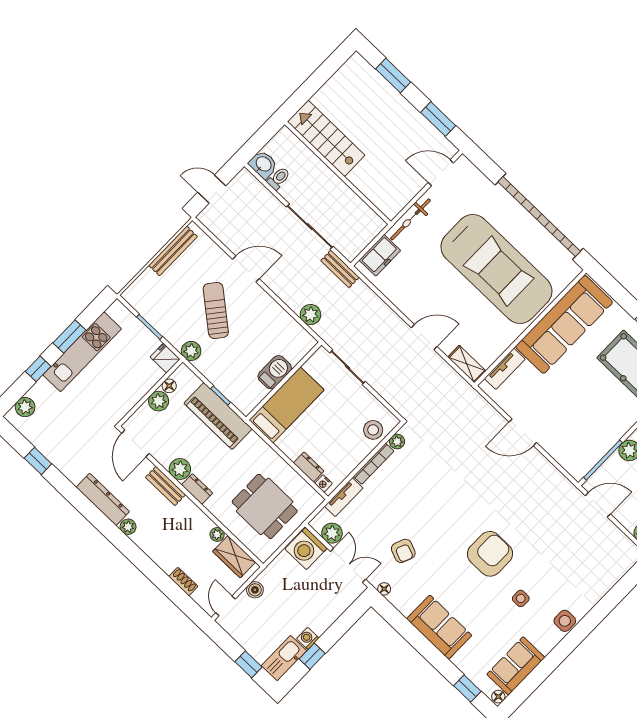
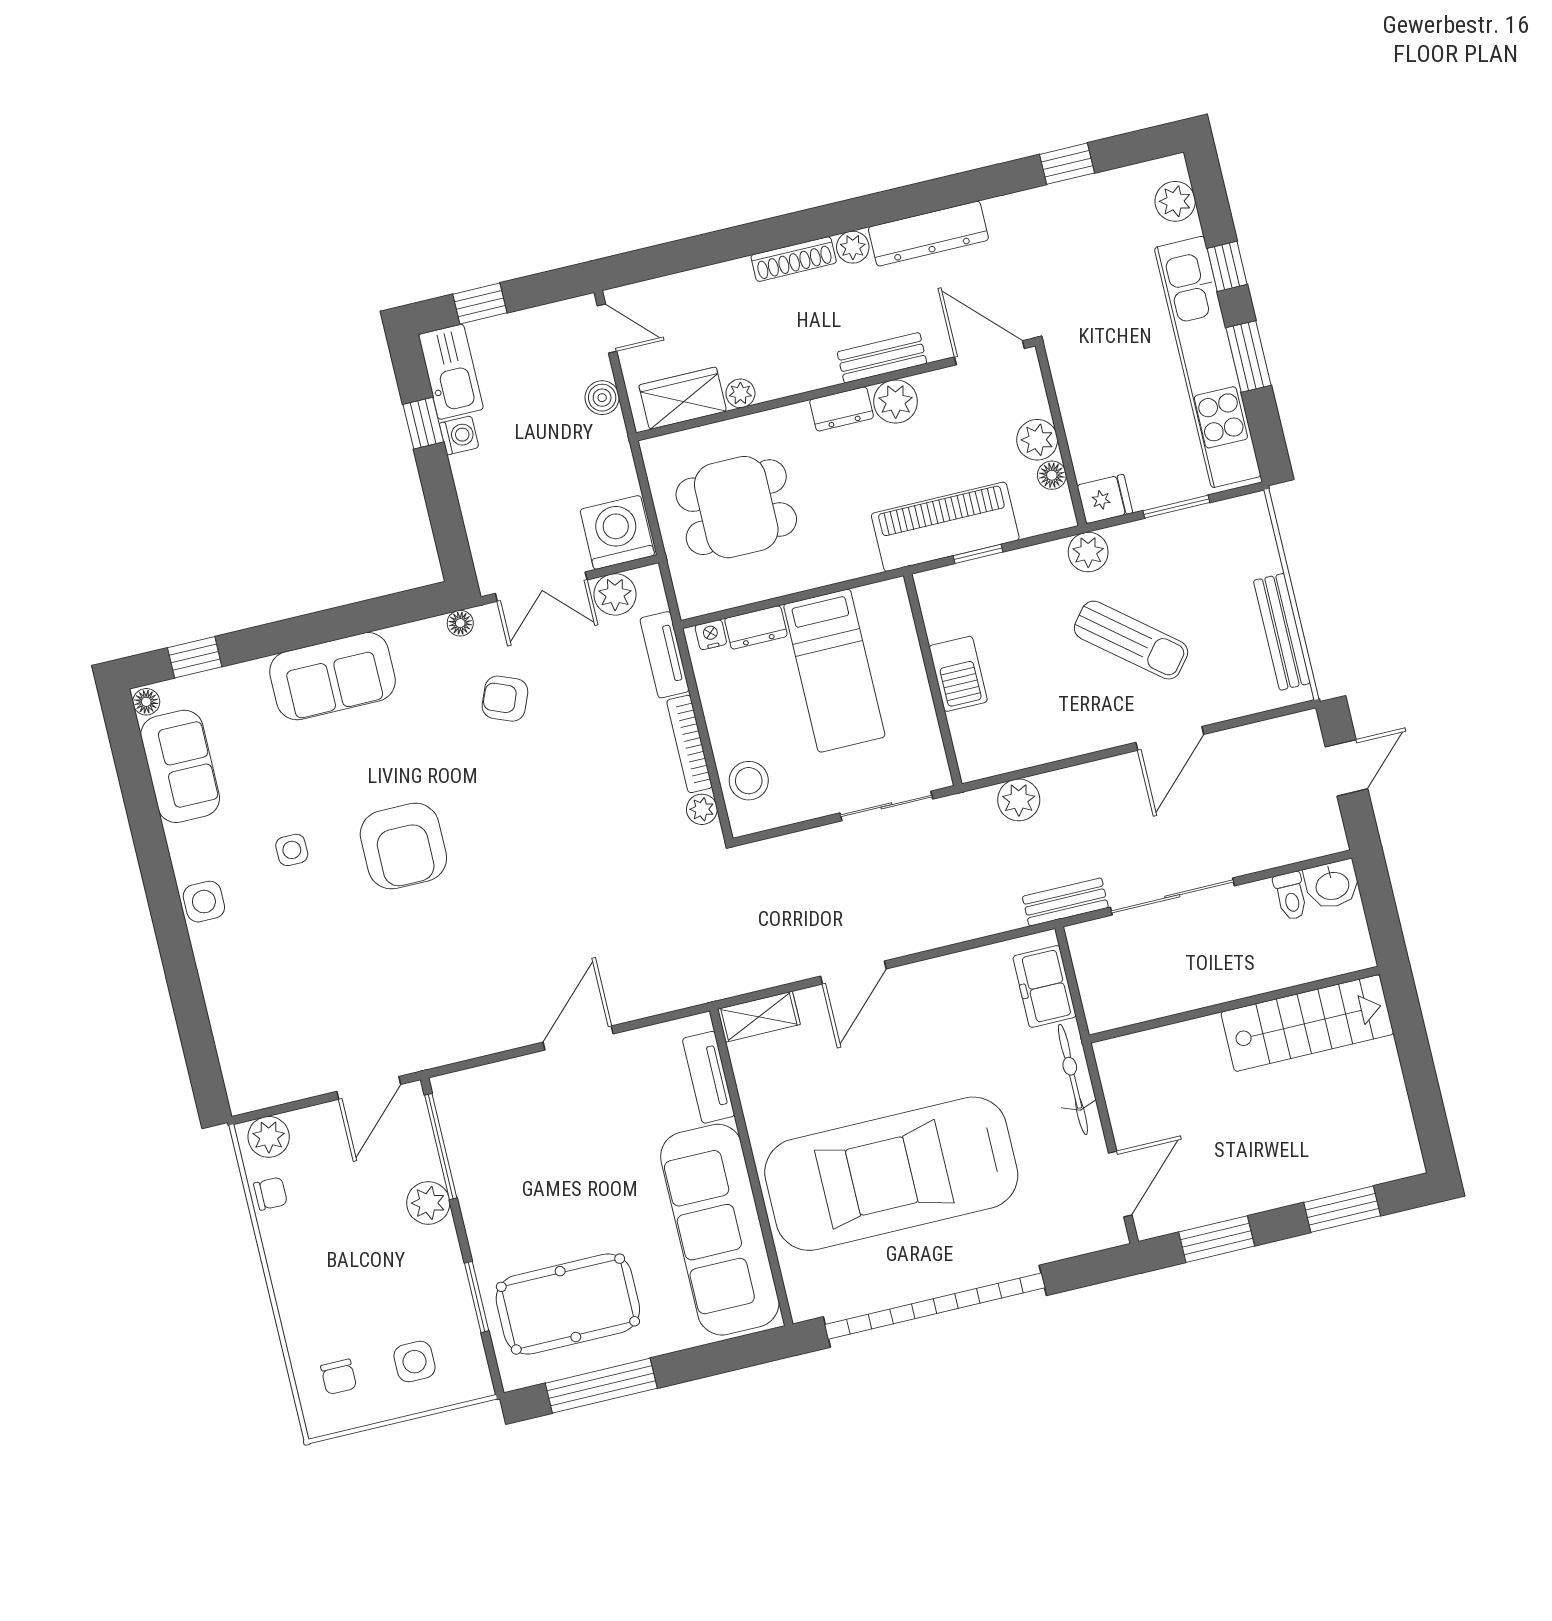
kitchen unit: (82, 352) -> (1208, 362), width x1.36
bed: (287, 405) -> (834, 671), moved
shoe rack: (183, 582) -> (794, 259), moved, width x1.43

